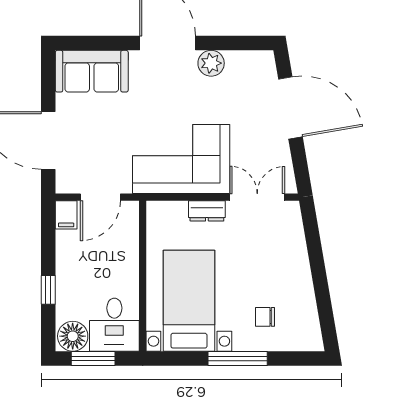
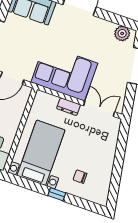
plant: (211, 63) -> (122, 33), moved
window: (238, 358) -> (57, 194), width x0.46

